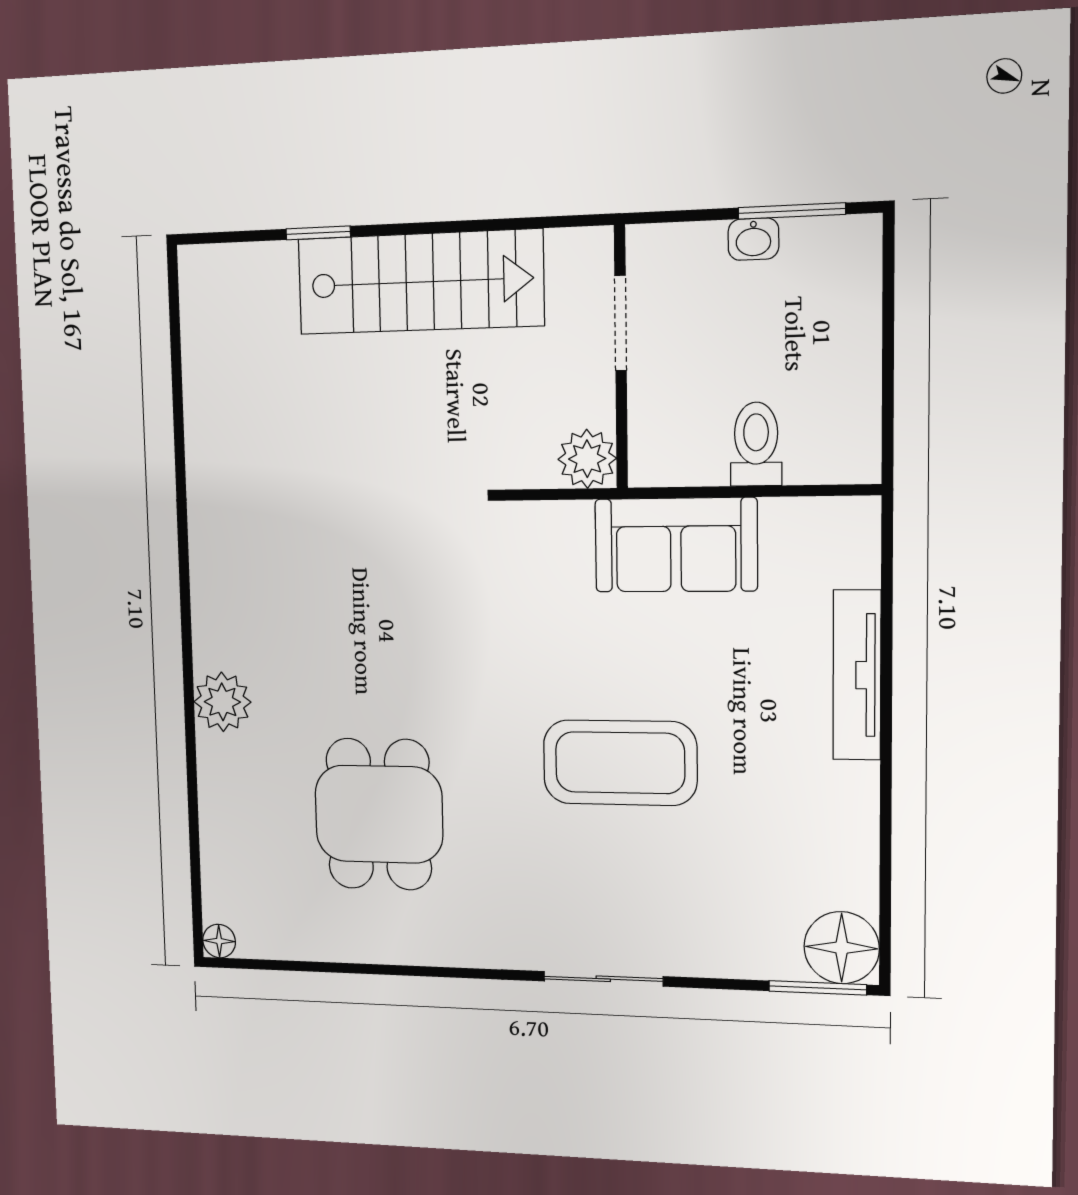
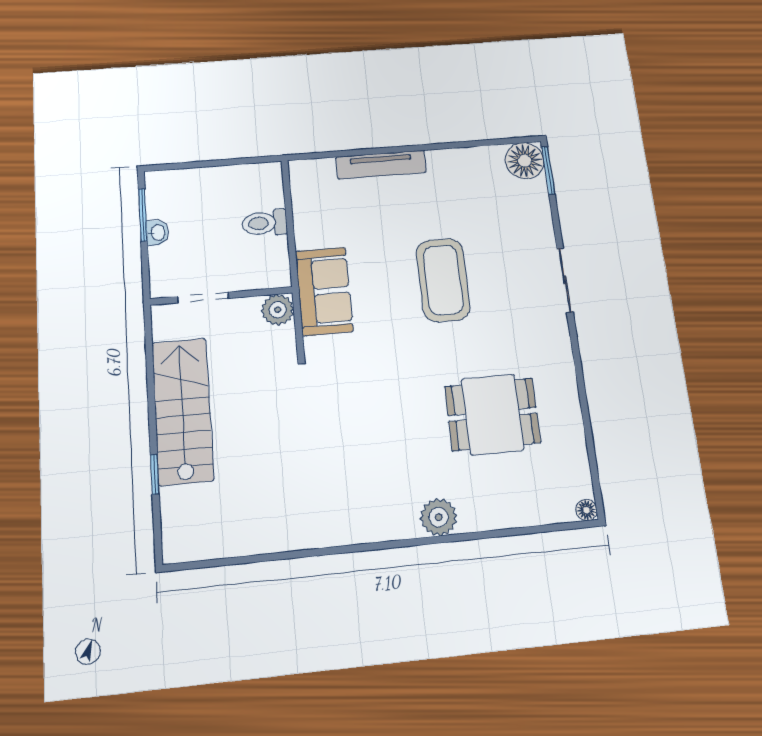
sofa: (676, 545) -> (324, 291), moved

